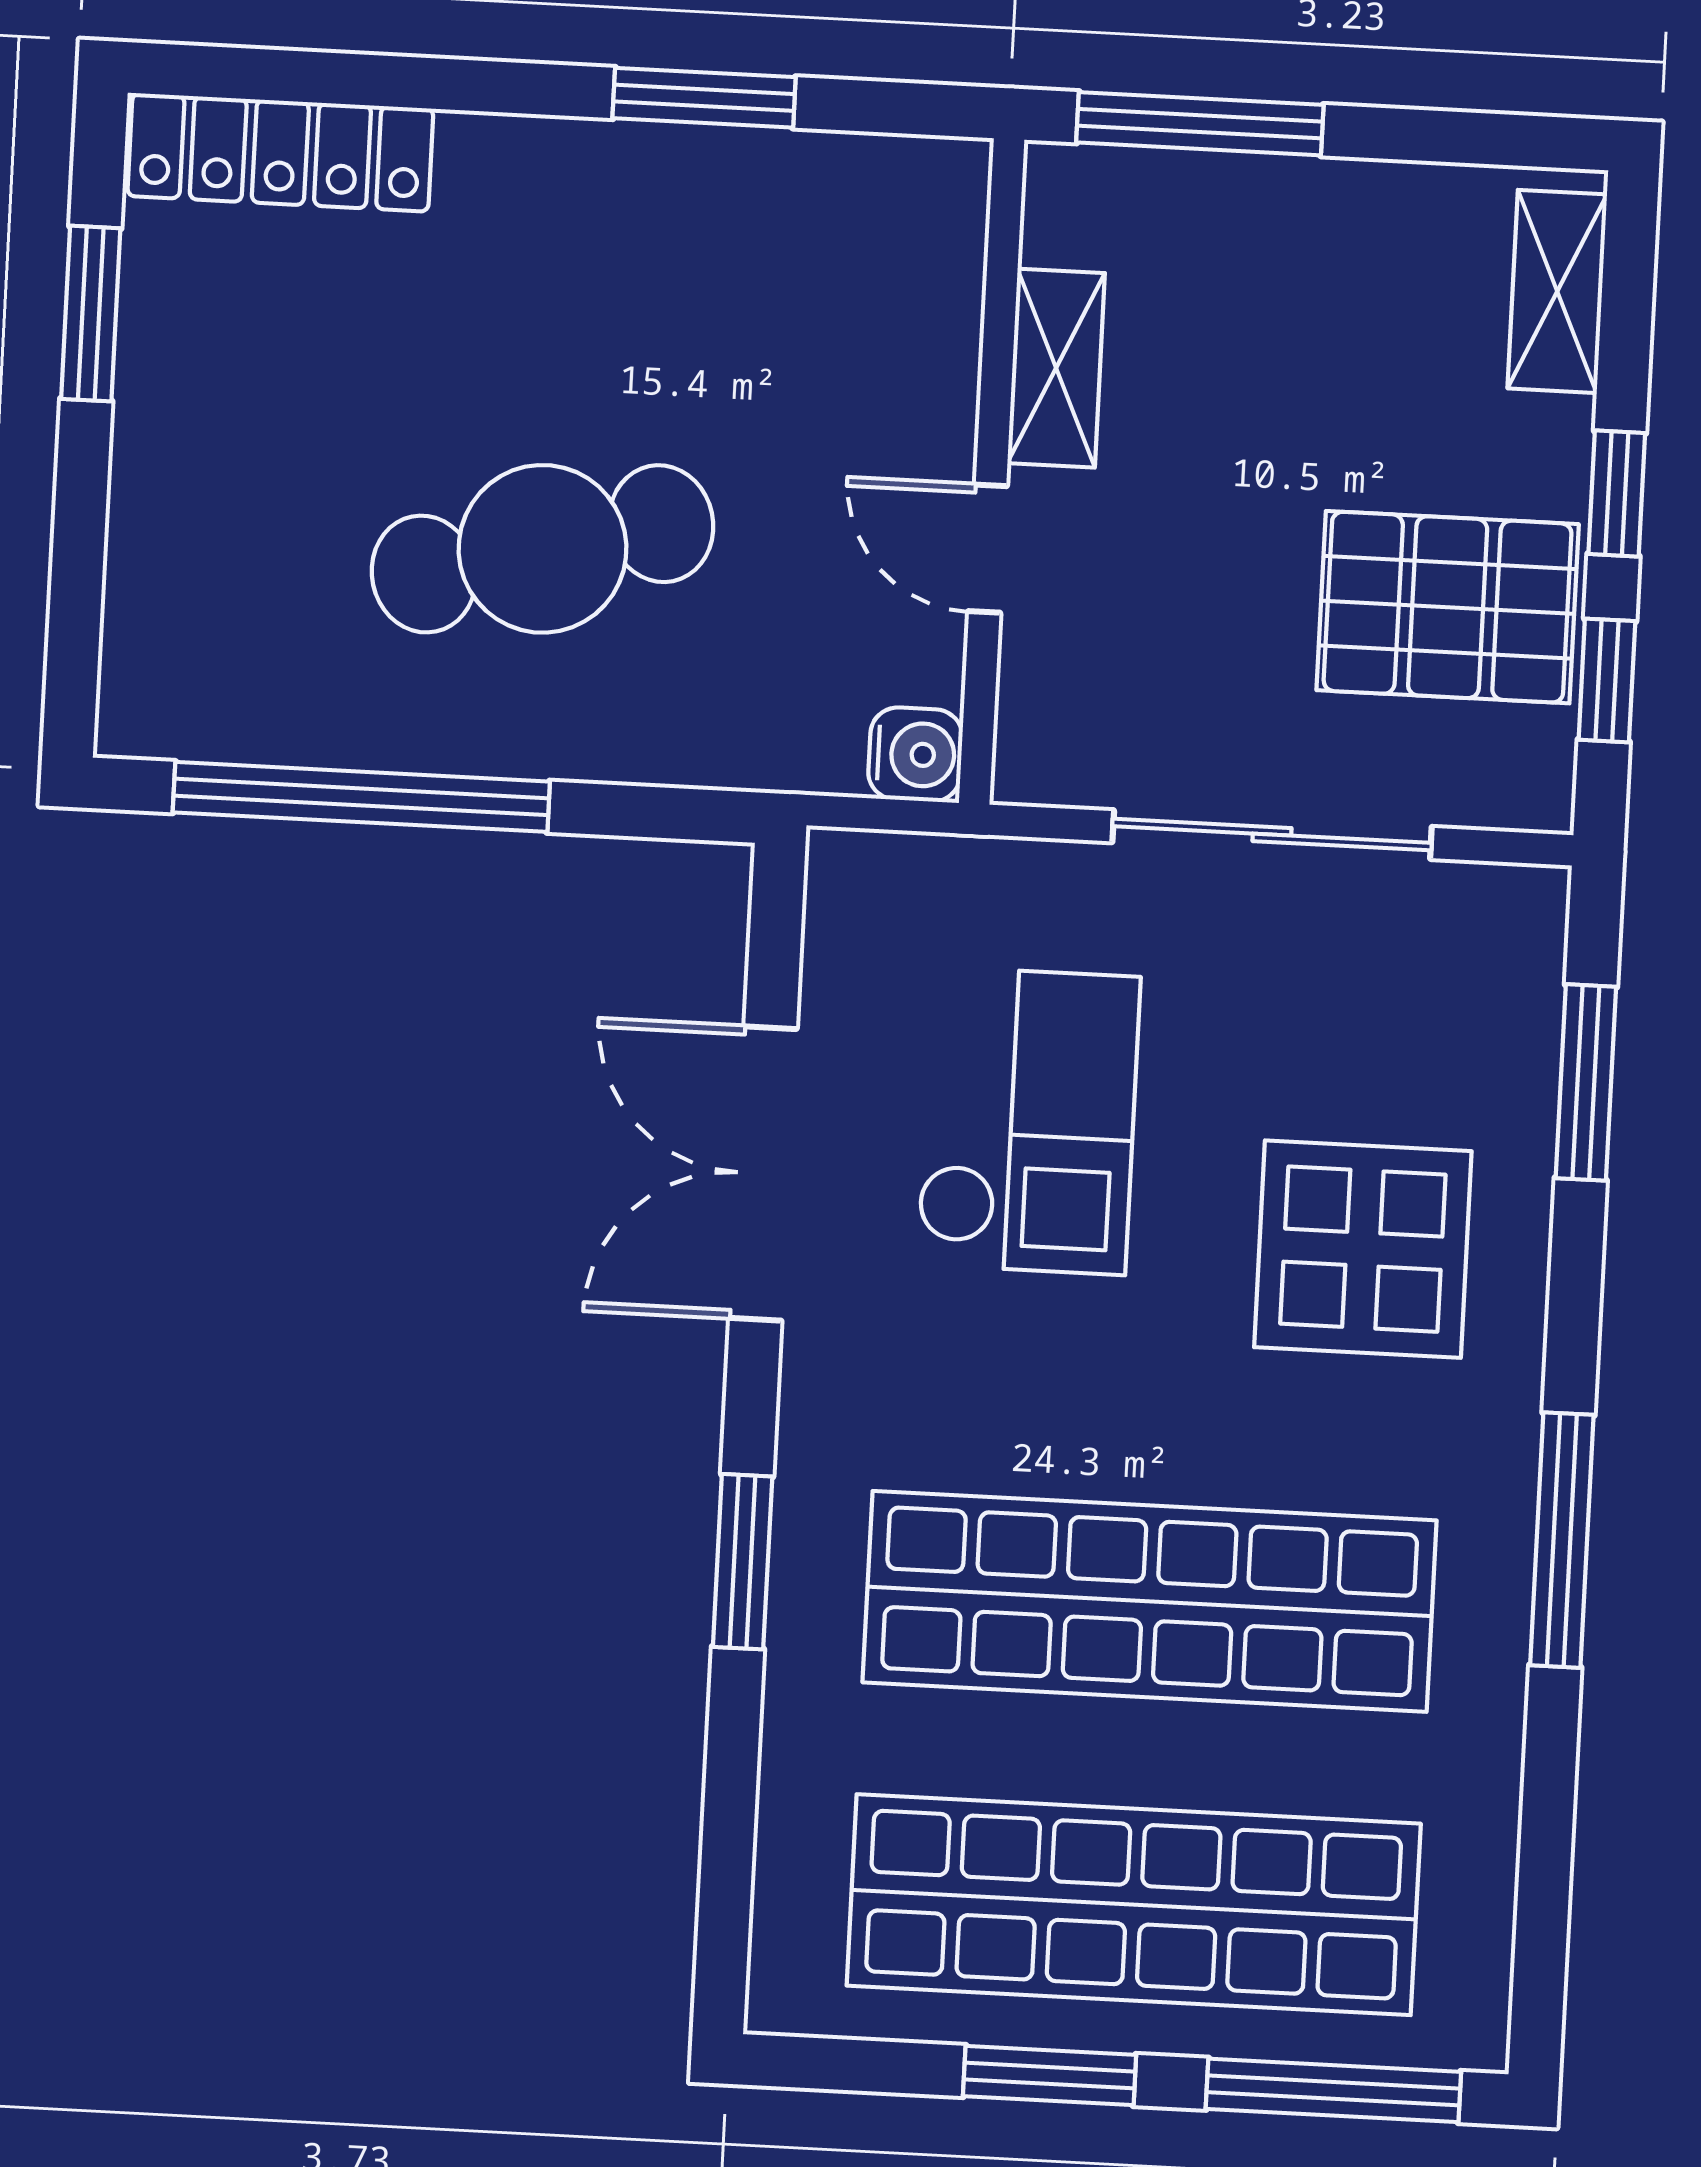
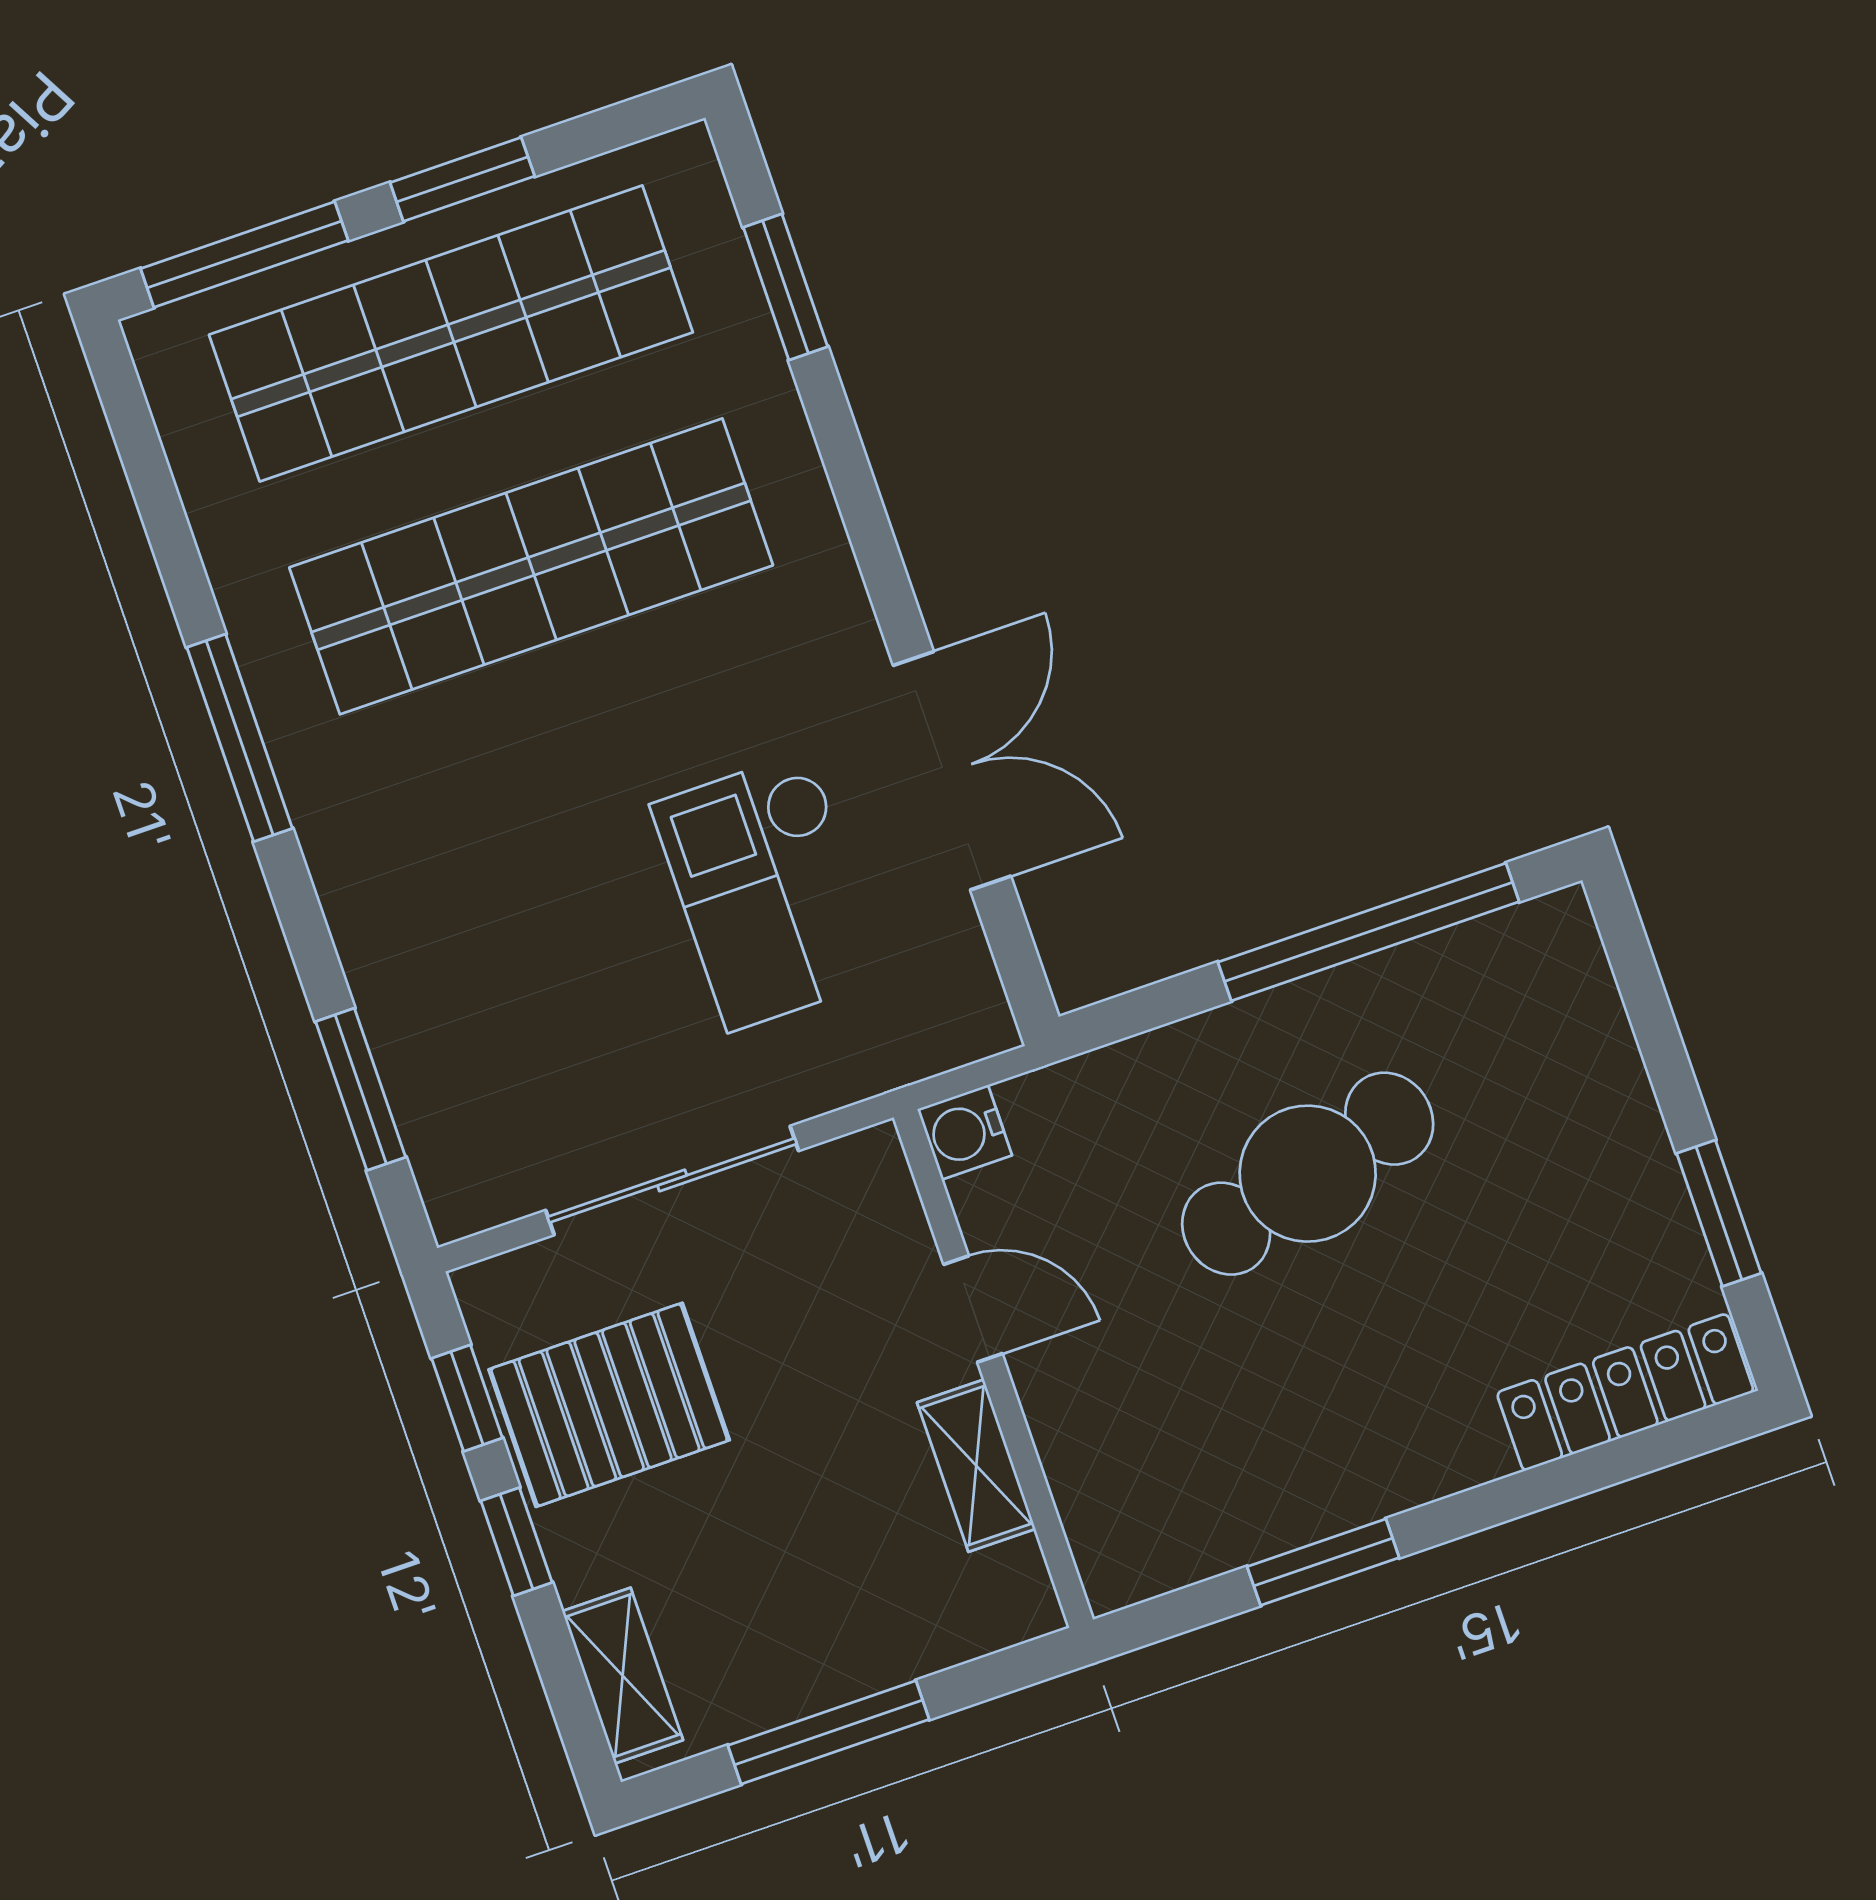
window: (1200, 124) -> (828, 1732), moved
display table: (1363, 1249) -> (478, 896), removed
window: (743, 1562) -> (785, 287), moved

